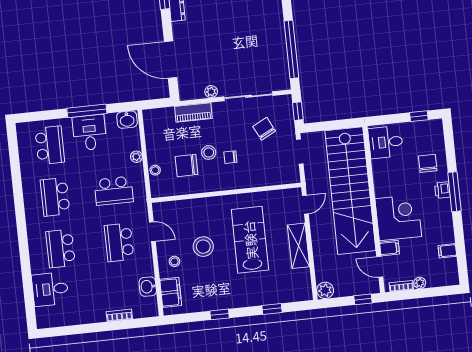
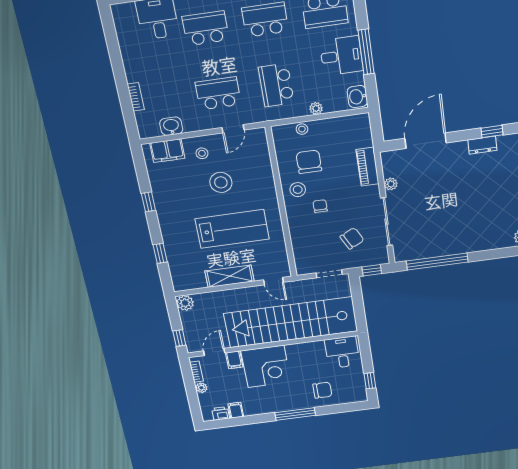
stool: (209, 152) -> (298, 190), moved
printer: (442, 190) -> (221, 413), moved

